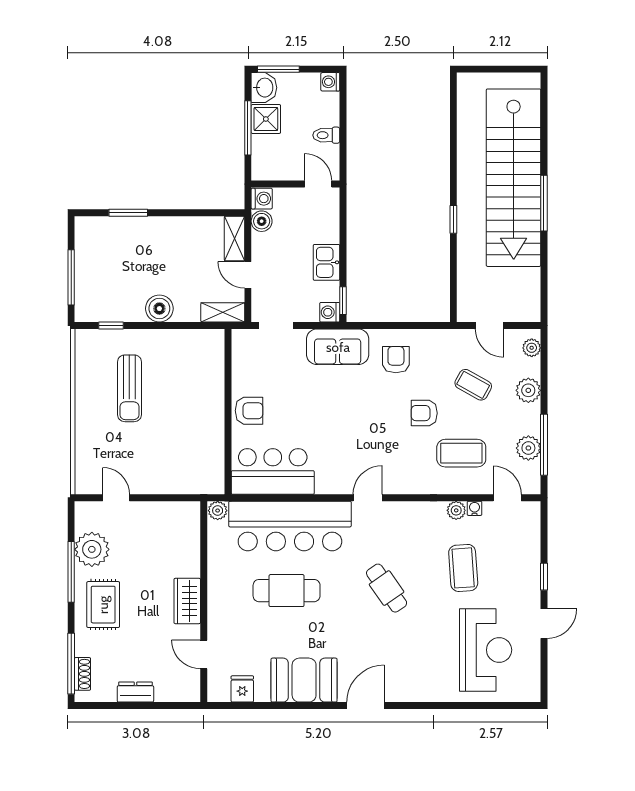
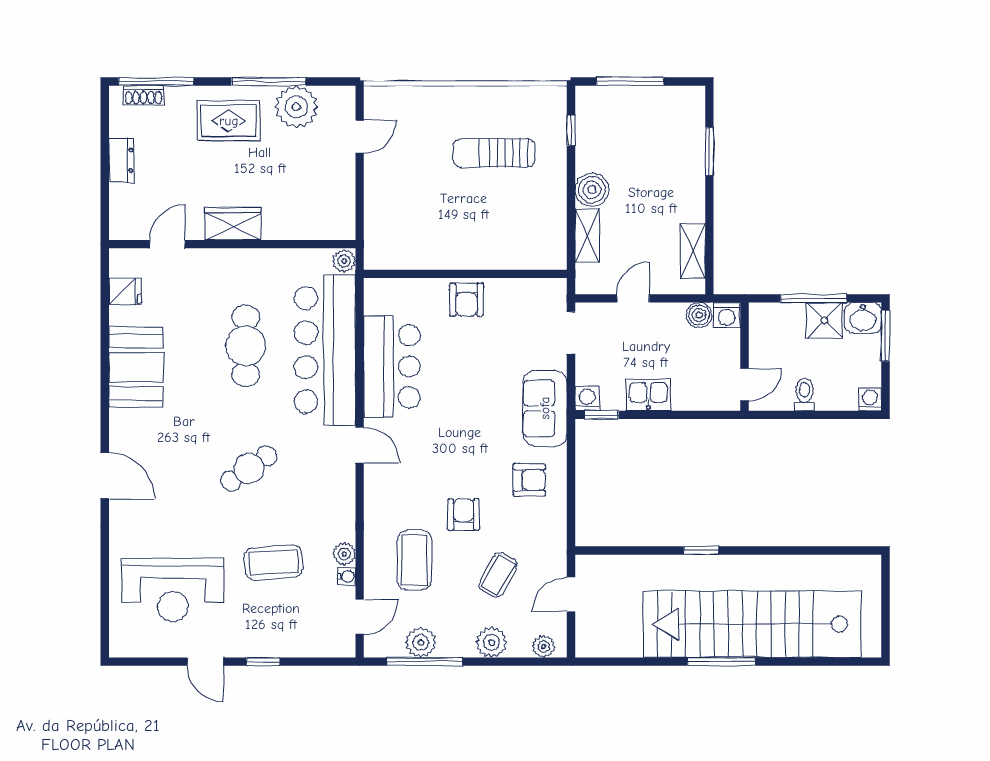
shelving: (235, 239) -> (693, 251), moved, turned 90
shelving: (223, 312) -> (587, 235), moved
bar counter: (273, 471) -> (392, 366), moved
door: (366, 705) -> (105, 476), moved

